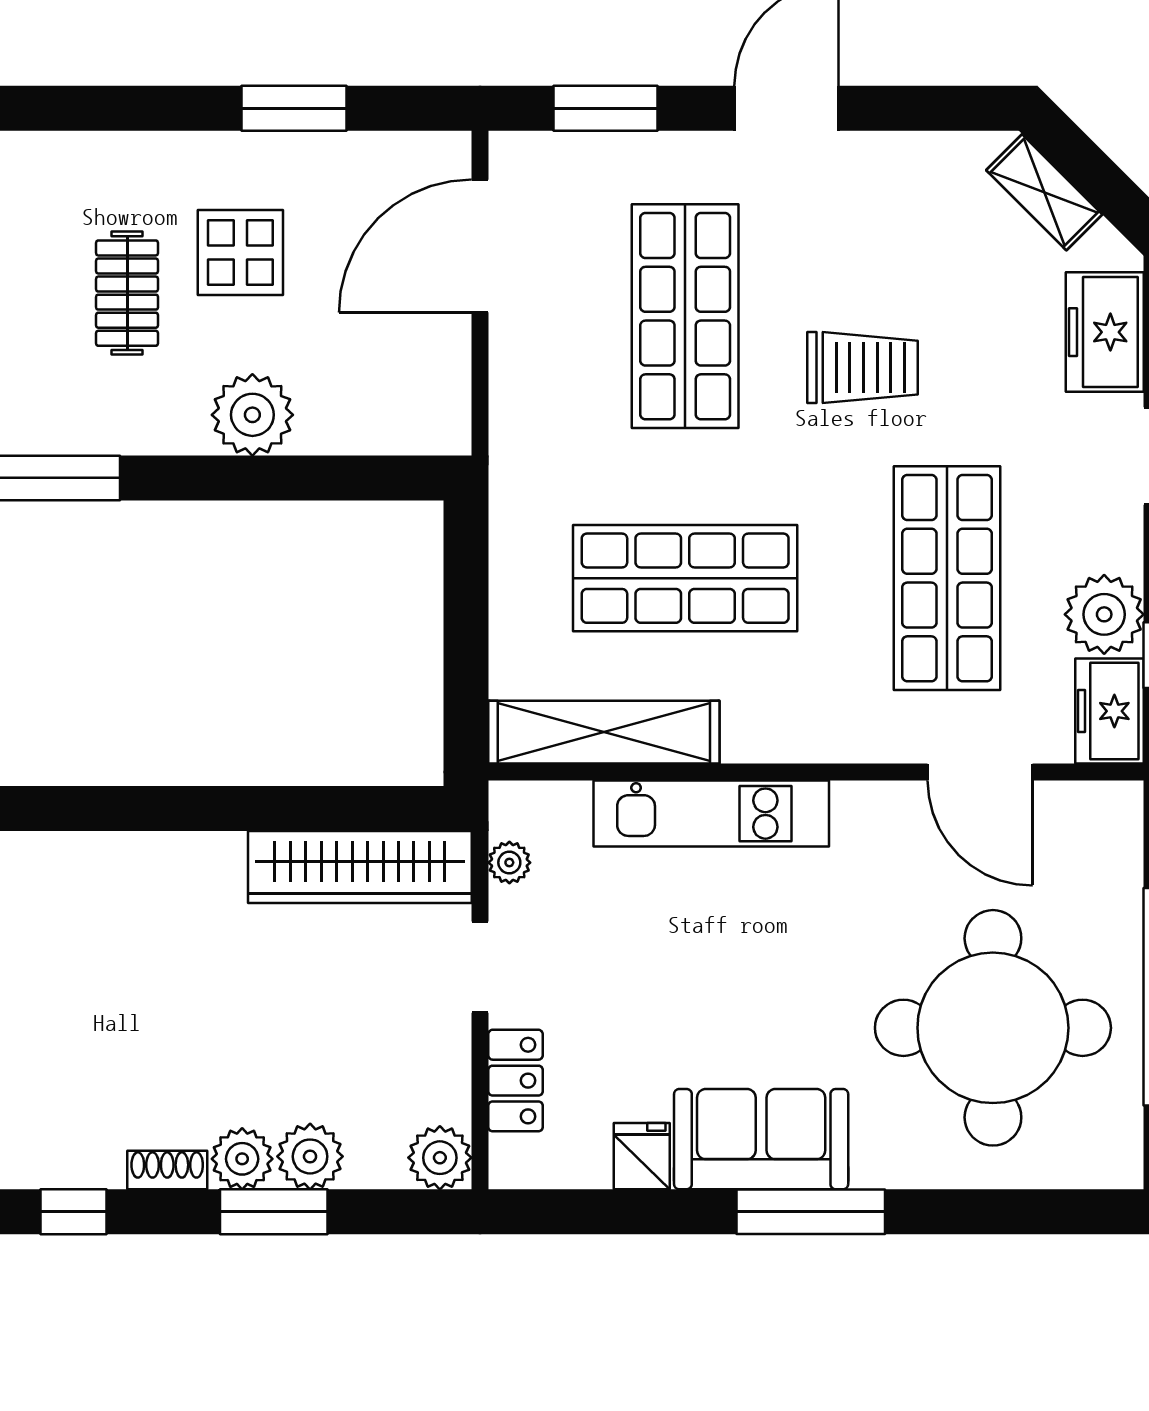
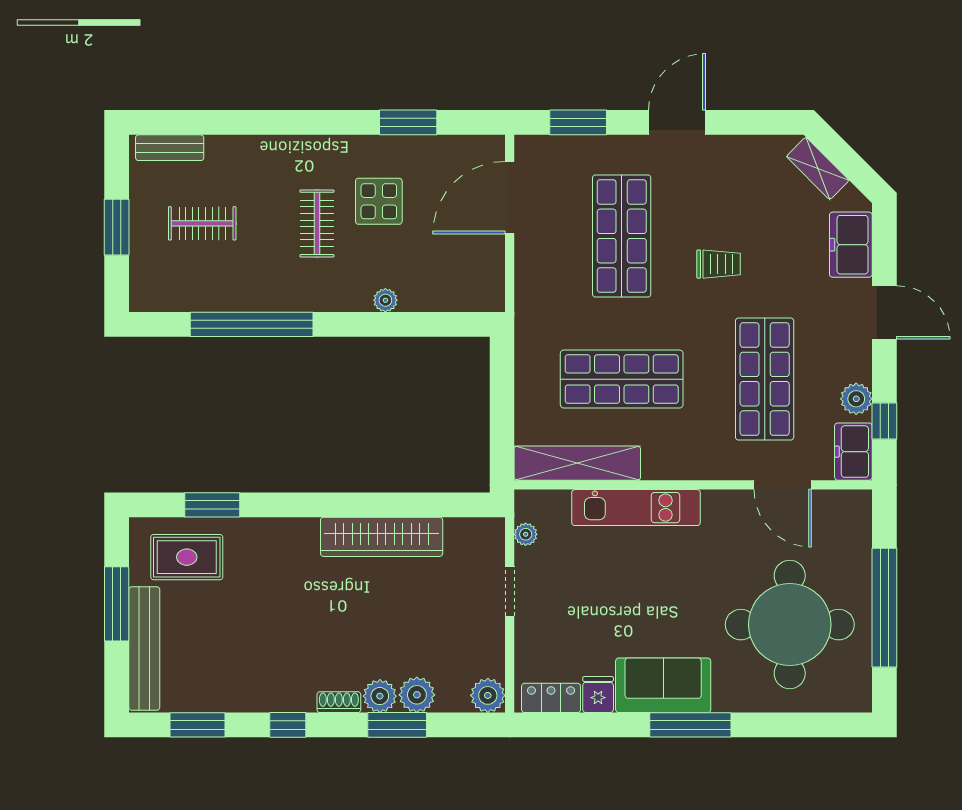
trolley: (863, 368) -> (719, 264), width x0.73, depth x0.72
plant: (252, 415) -> (385, 300), width x0.53, depth x0.53
plant: (1104, 614) -> (856, 399), width x0.73, depth x0.73
wardrobe: (360, 867) -> (382, 537), moved
locker: (516, 1081) -> (551, 698), moved, turned -90

